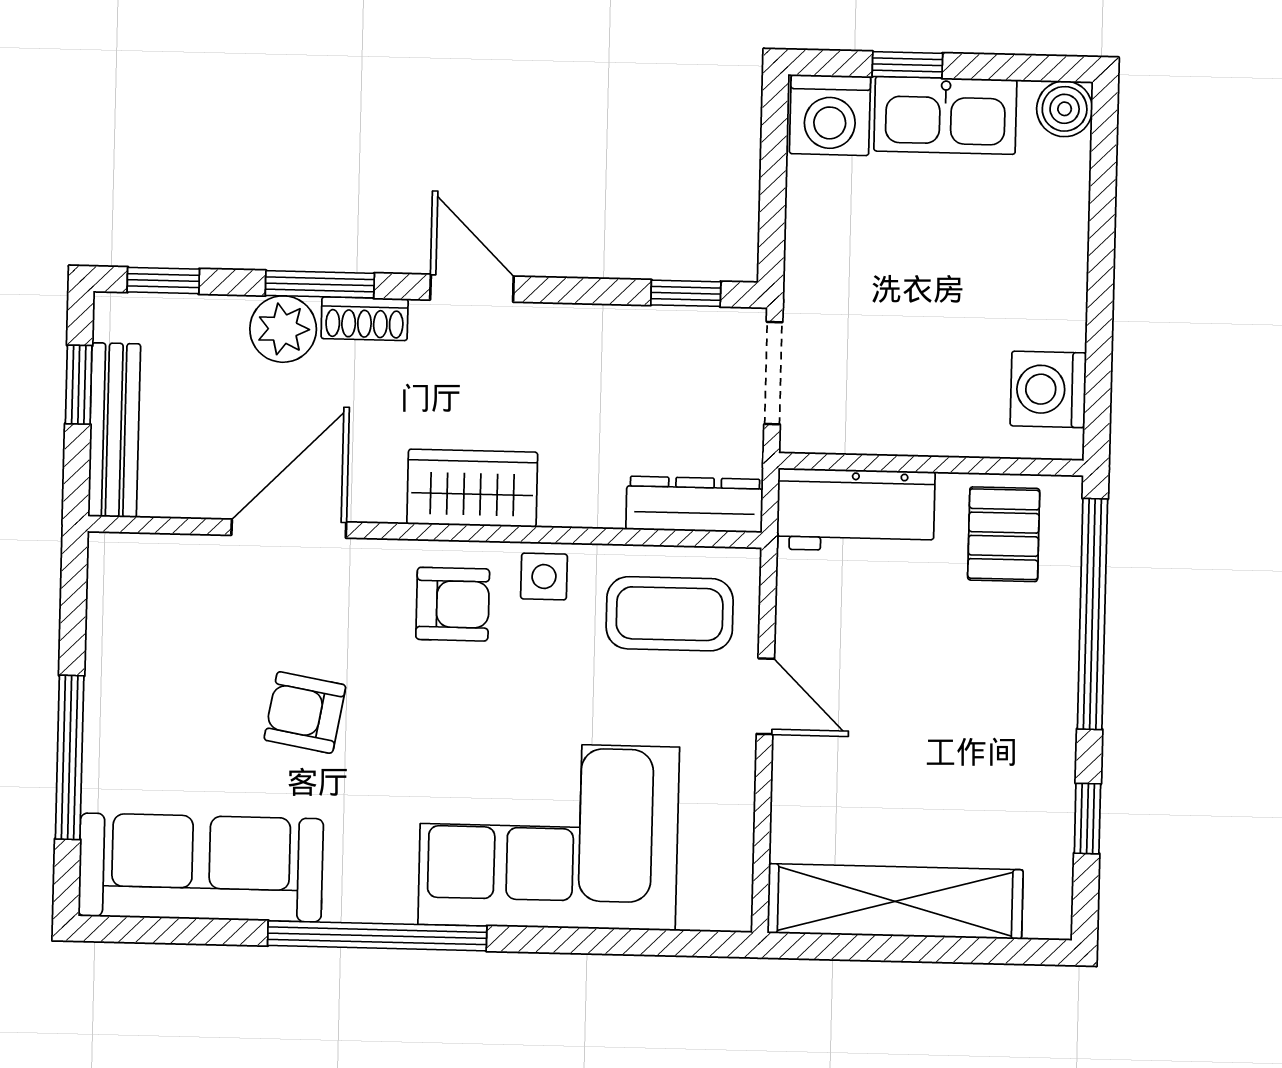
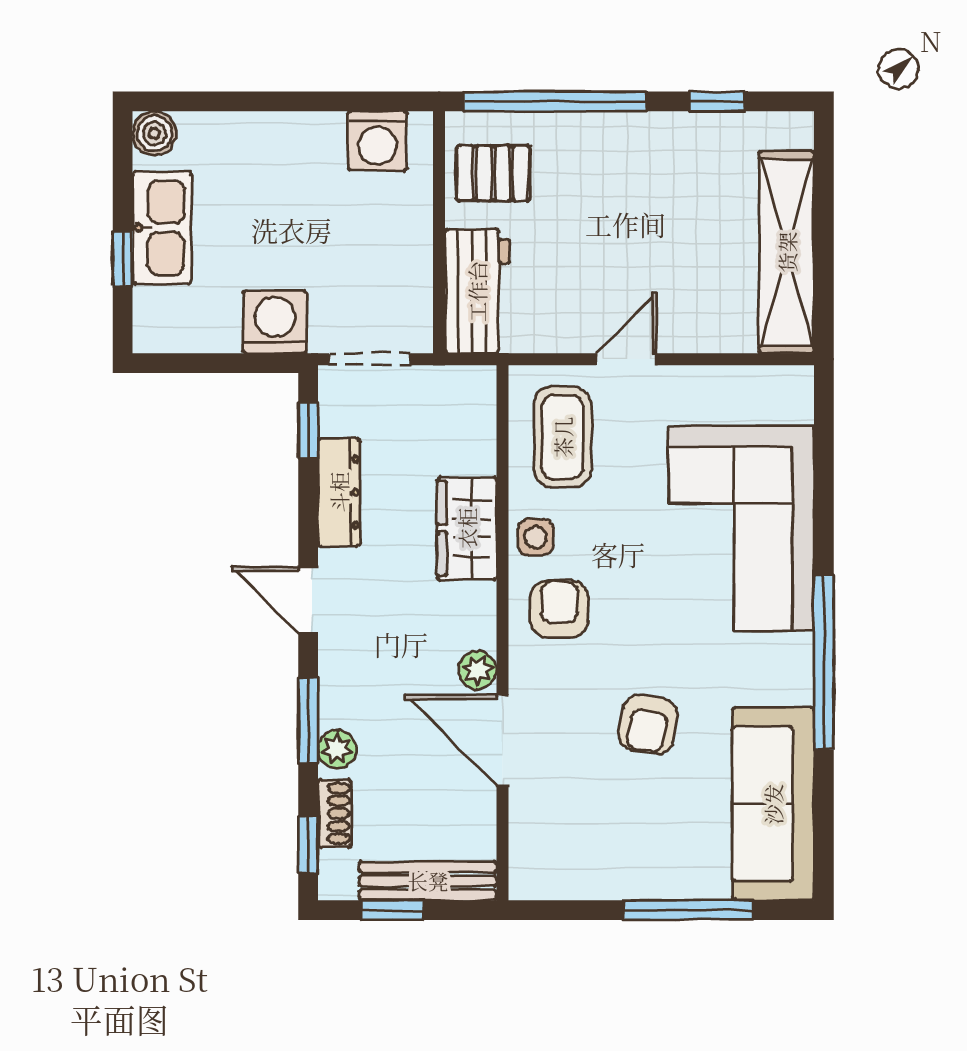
washing machine: (830, 115) -> (275, 322), moved, turned -90
door: (472, 288) -> (308, 600), hinge flipped
shoe rack: (365, 319) -> (335, 813), moved
plant: (283, 329) -> (337, 749), width x0.73, depth x0.73
wardrobe: (472, 488) -> (467, 528), moved
plant: (378, 499) -> (478, 670), added
dresser: (695, 504) -> (339, 492), moved, turned 180

